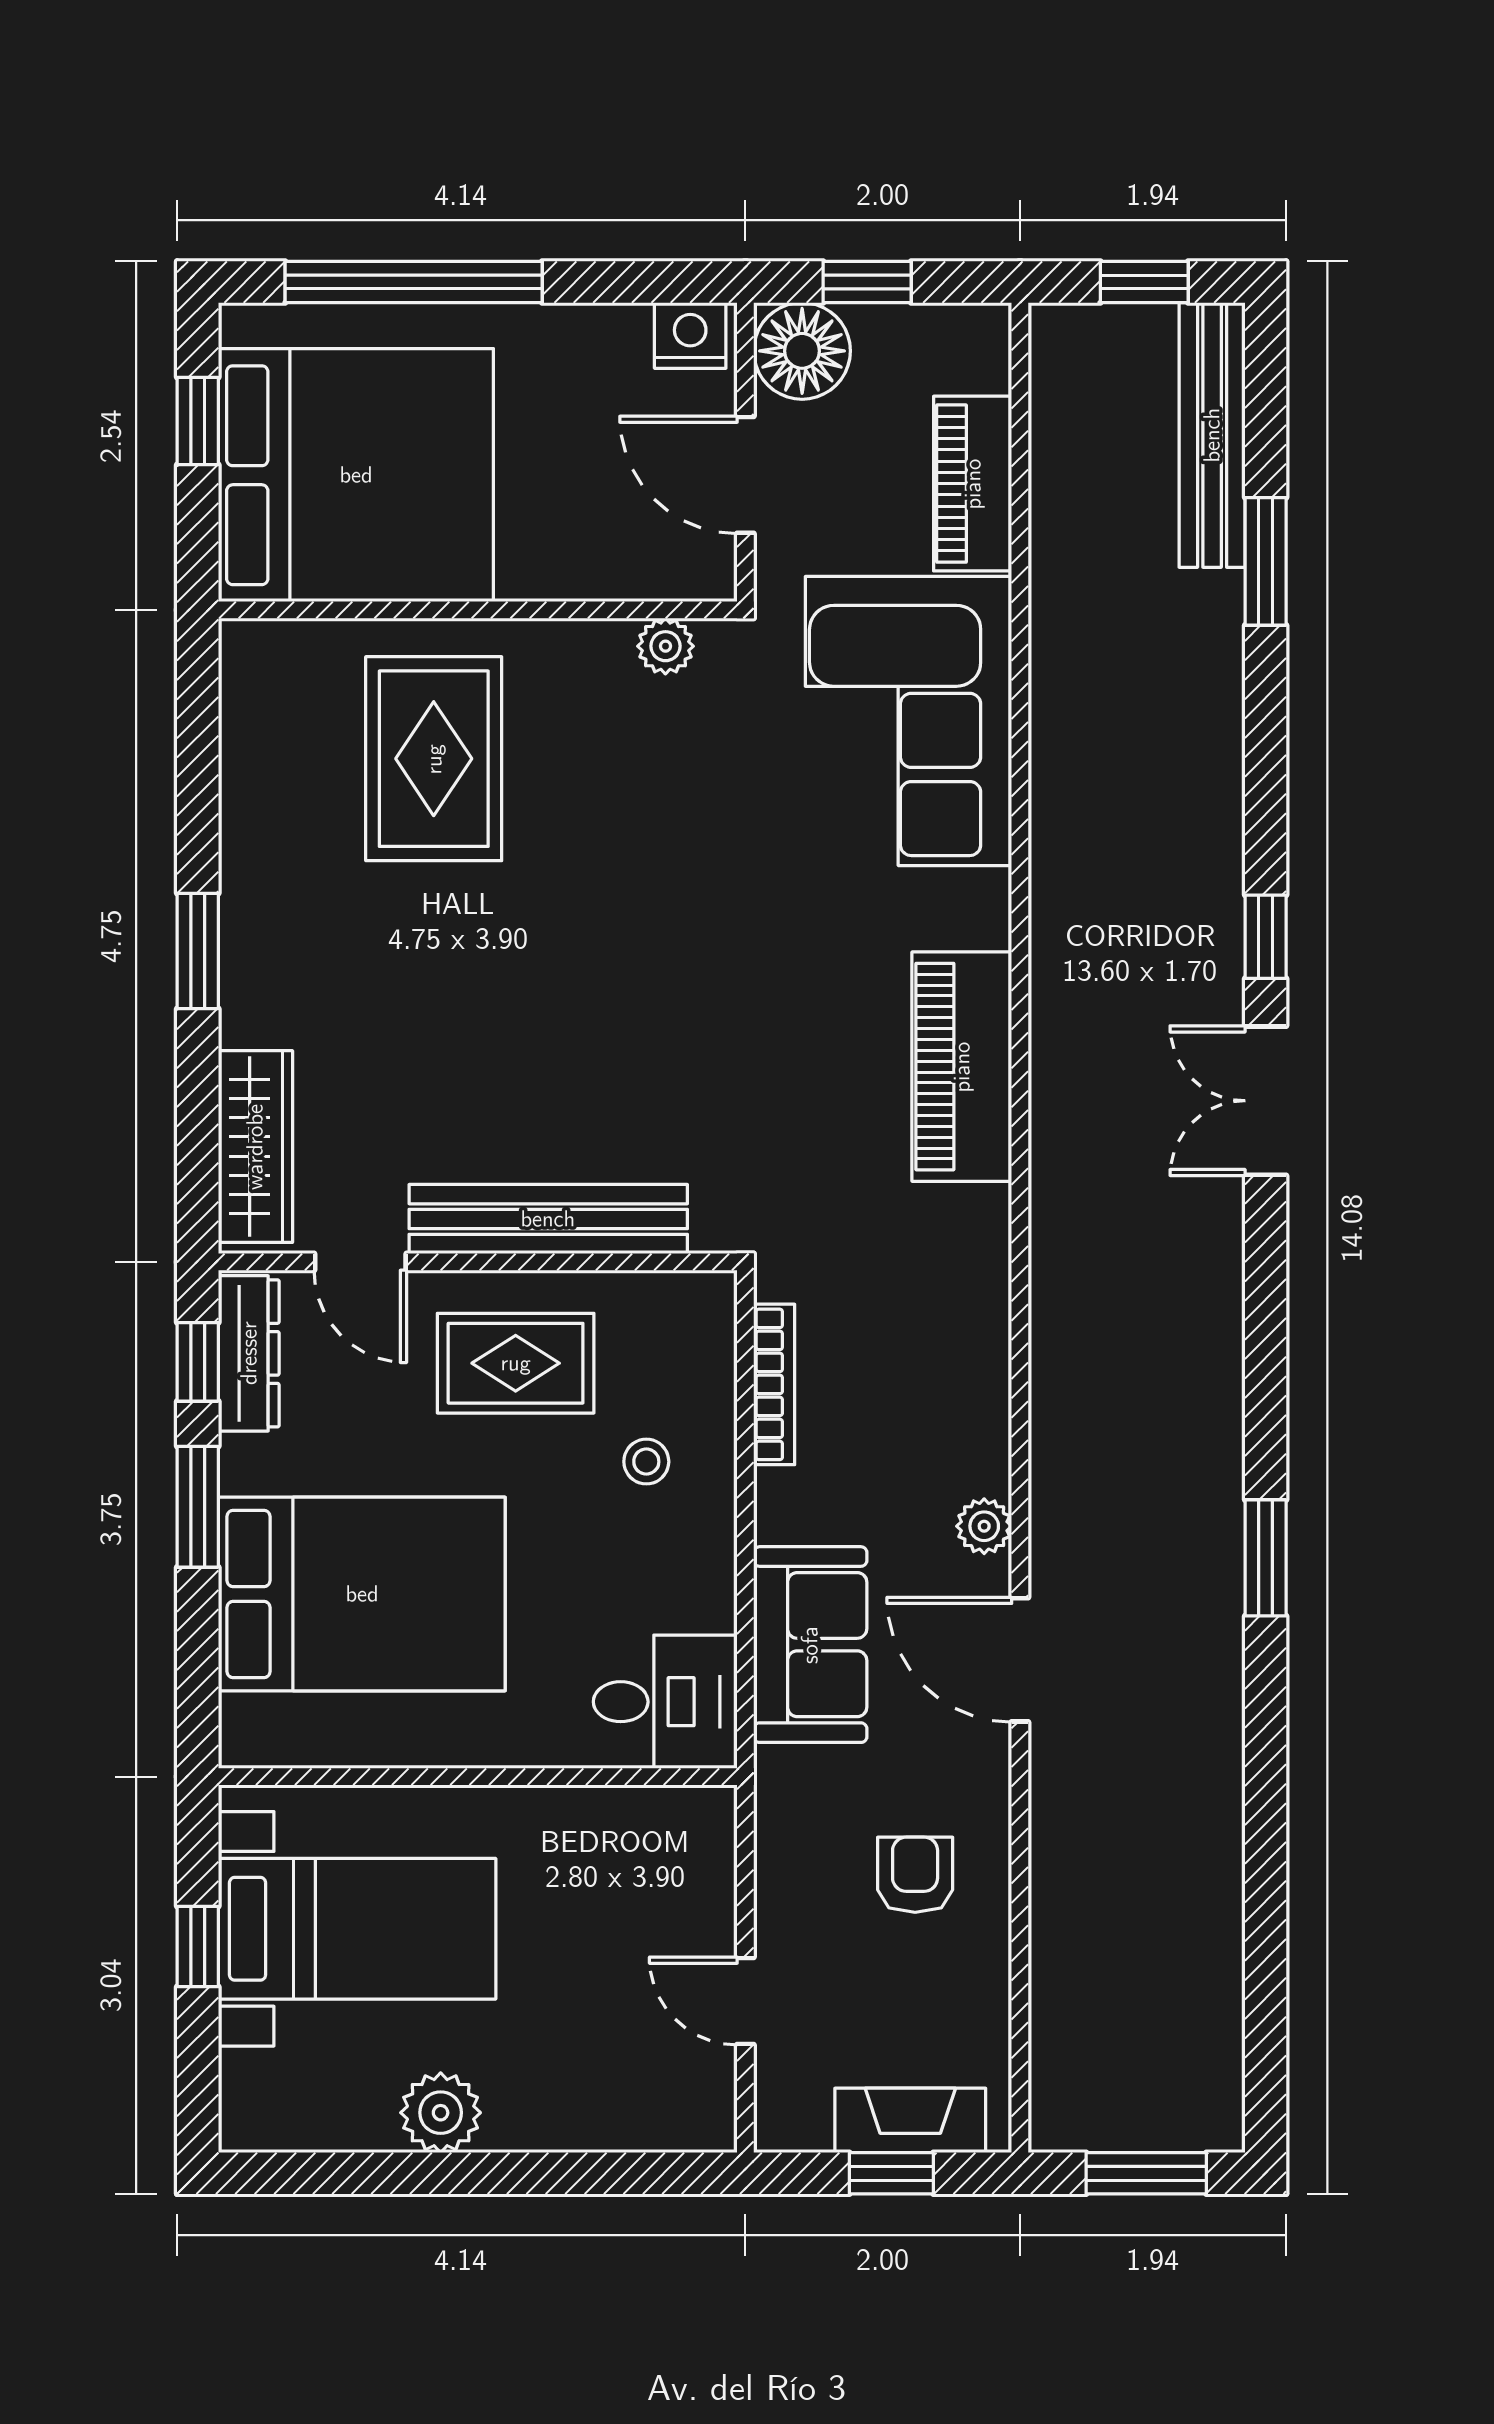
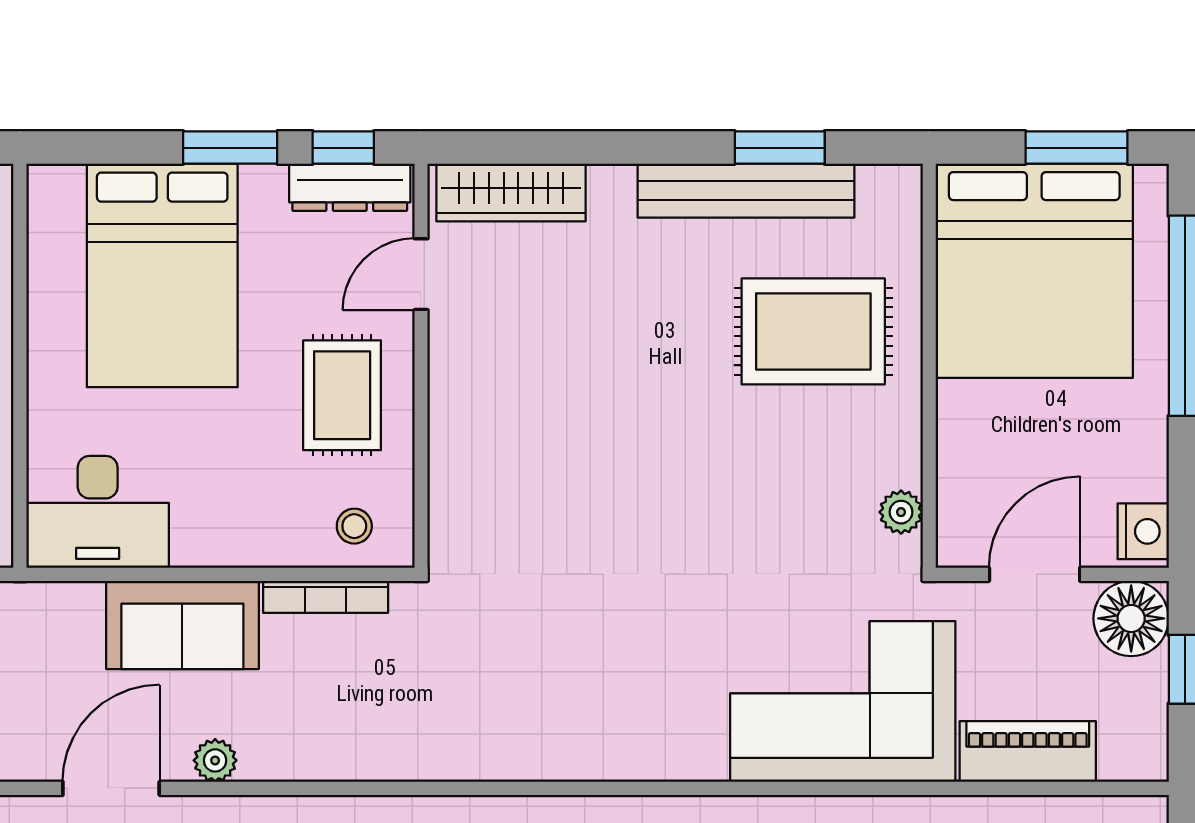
window: (198, 421) -> (1076, 148), width x1.50
window: (198, 951) -> (780, 148), moved
piano: (962, 1067) -> (573, 743), removed
bench: (548, 1219) -> (746, 191), moved, turned 90
stool: (646, 1462) -> (354, 526), moved
sofa: (810, 1645) -> (182, 625), moved
desk: (665, 1702) -> (98, 512), width x1.37

